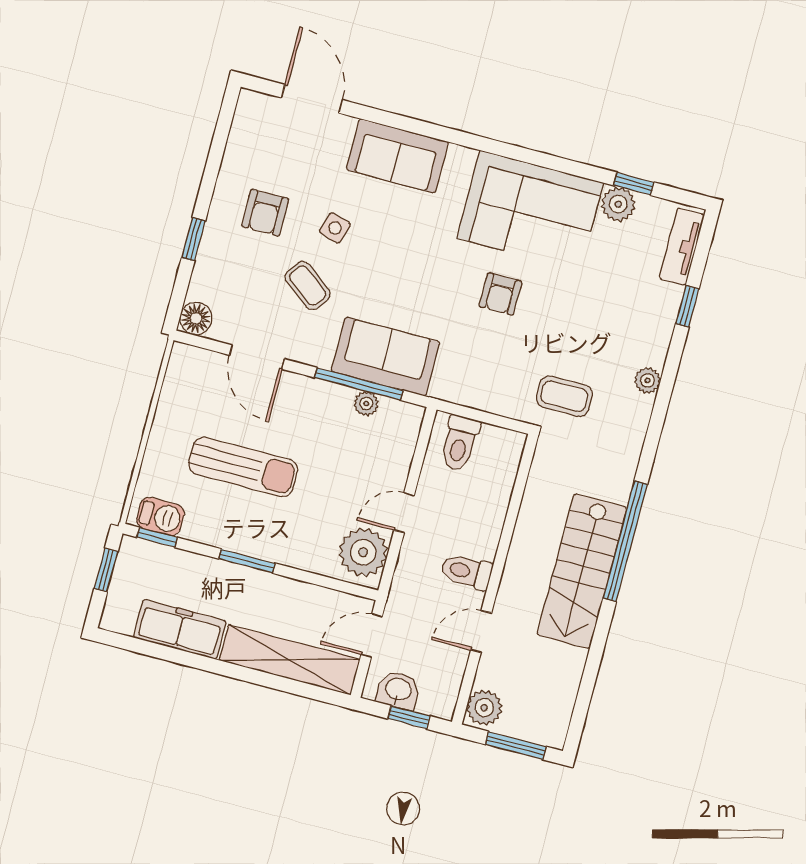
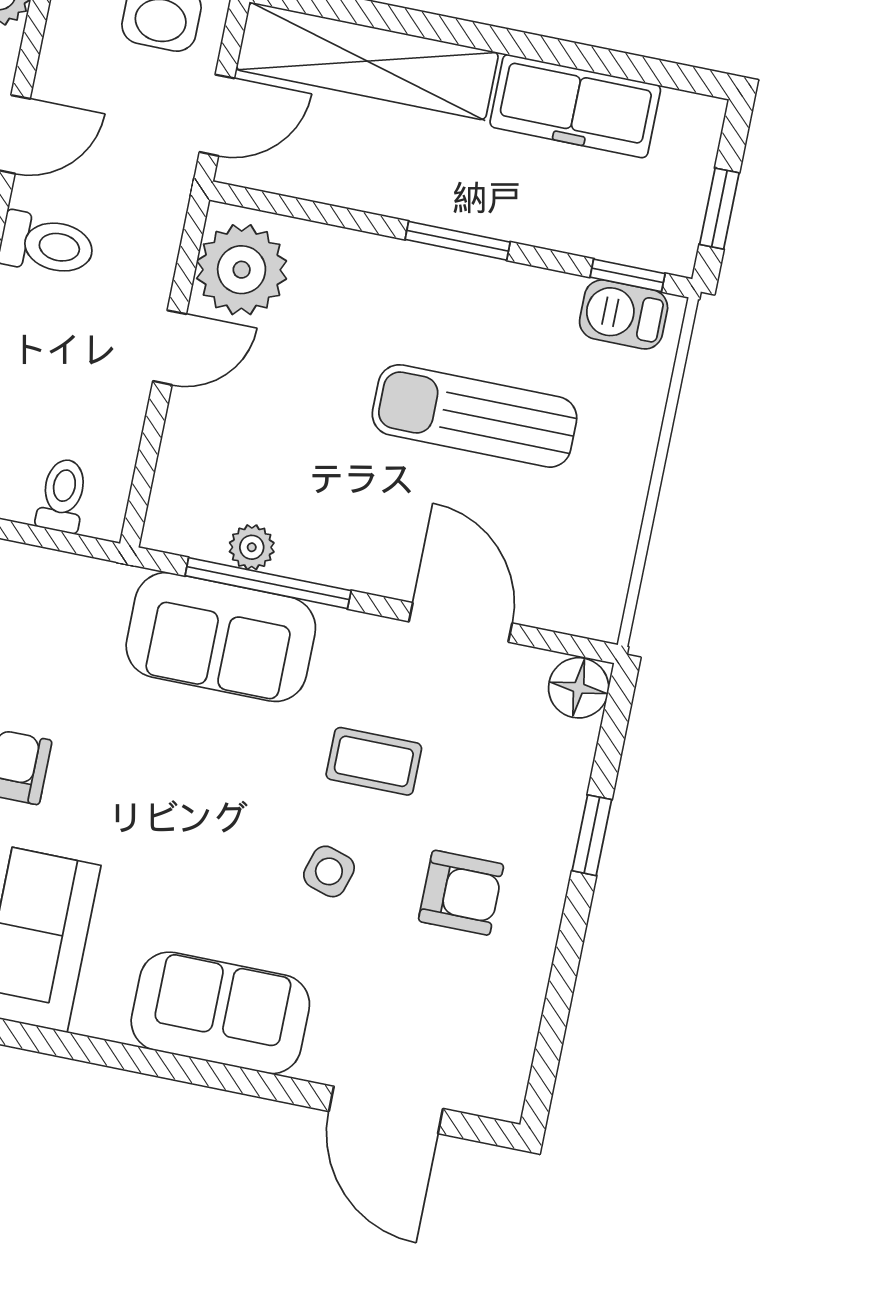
armchair: (265, 213) -> (461, 893), turned 90
coffee table: (308, 285) -> (374, 761), turned -37
toilet: (460, 443) -> (62, 495), width x0.73, depth x0.72

